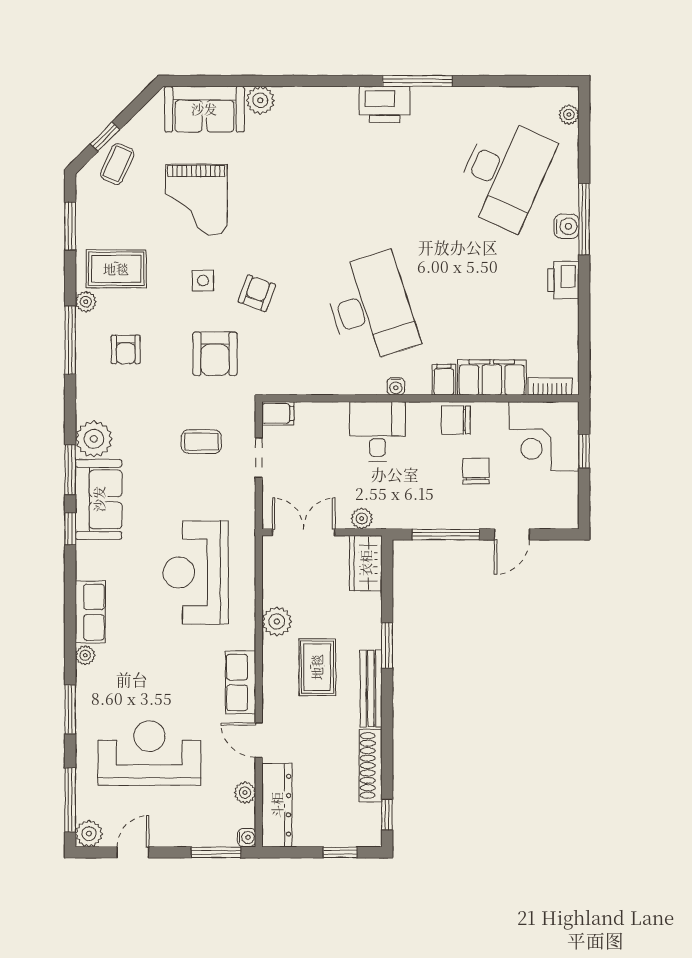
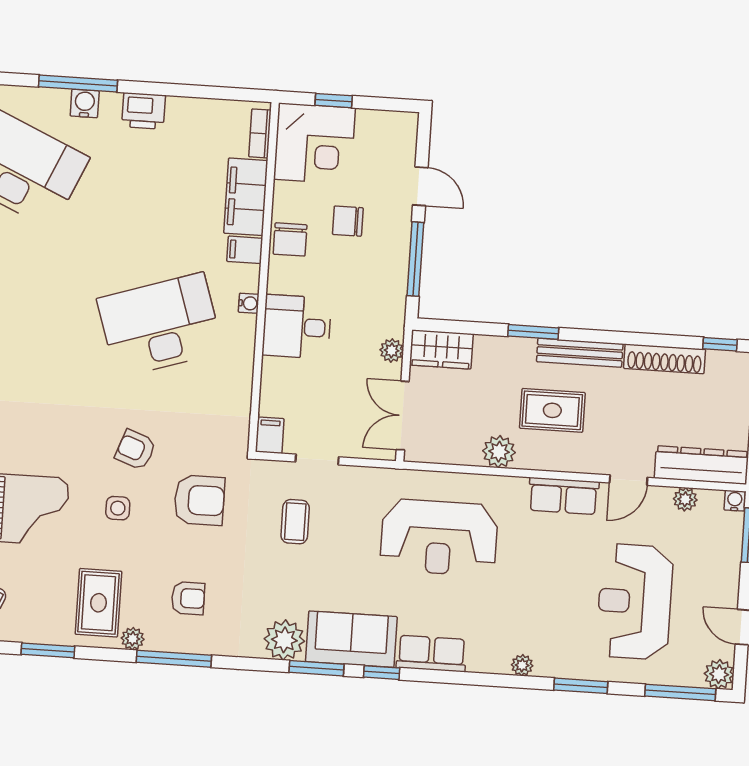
row of seats: (90, 612) -> (431, 654), moved

